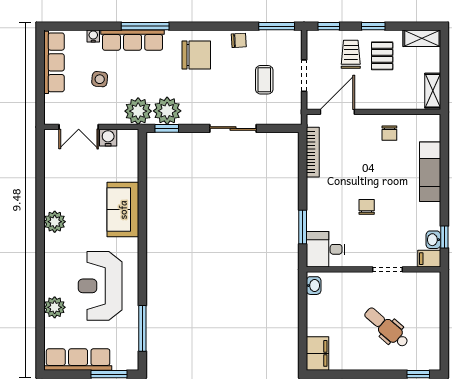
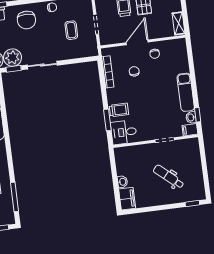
chair: (196, 55) -> (26, 20), turned 90
door: (337, 112) -> (137, 42), moved
sliding door: (233, 128) -> (42, 65), moved
exam couch: (430, 172) -> (186, 92), moved
chair: (367, 207) -> (134, 71), moved
trolley: (323, 214) -> (119, 110), added
washbasin: (314, 286) -> (122, 182), moved

